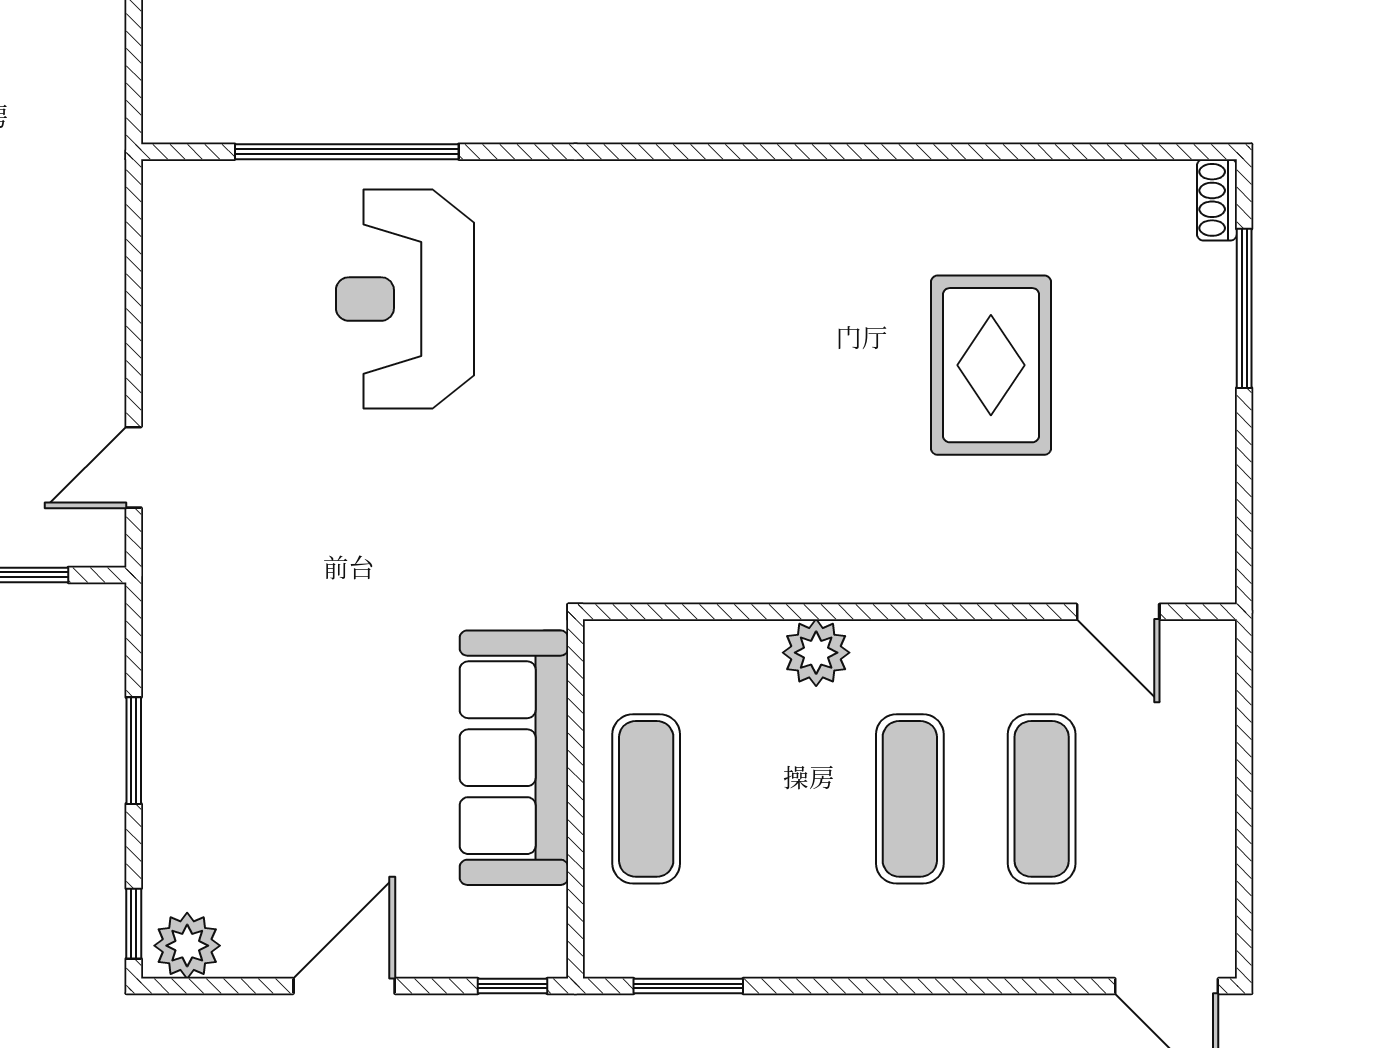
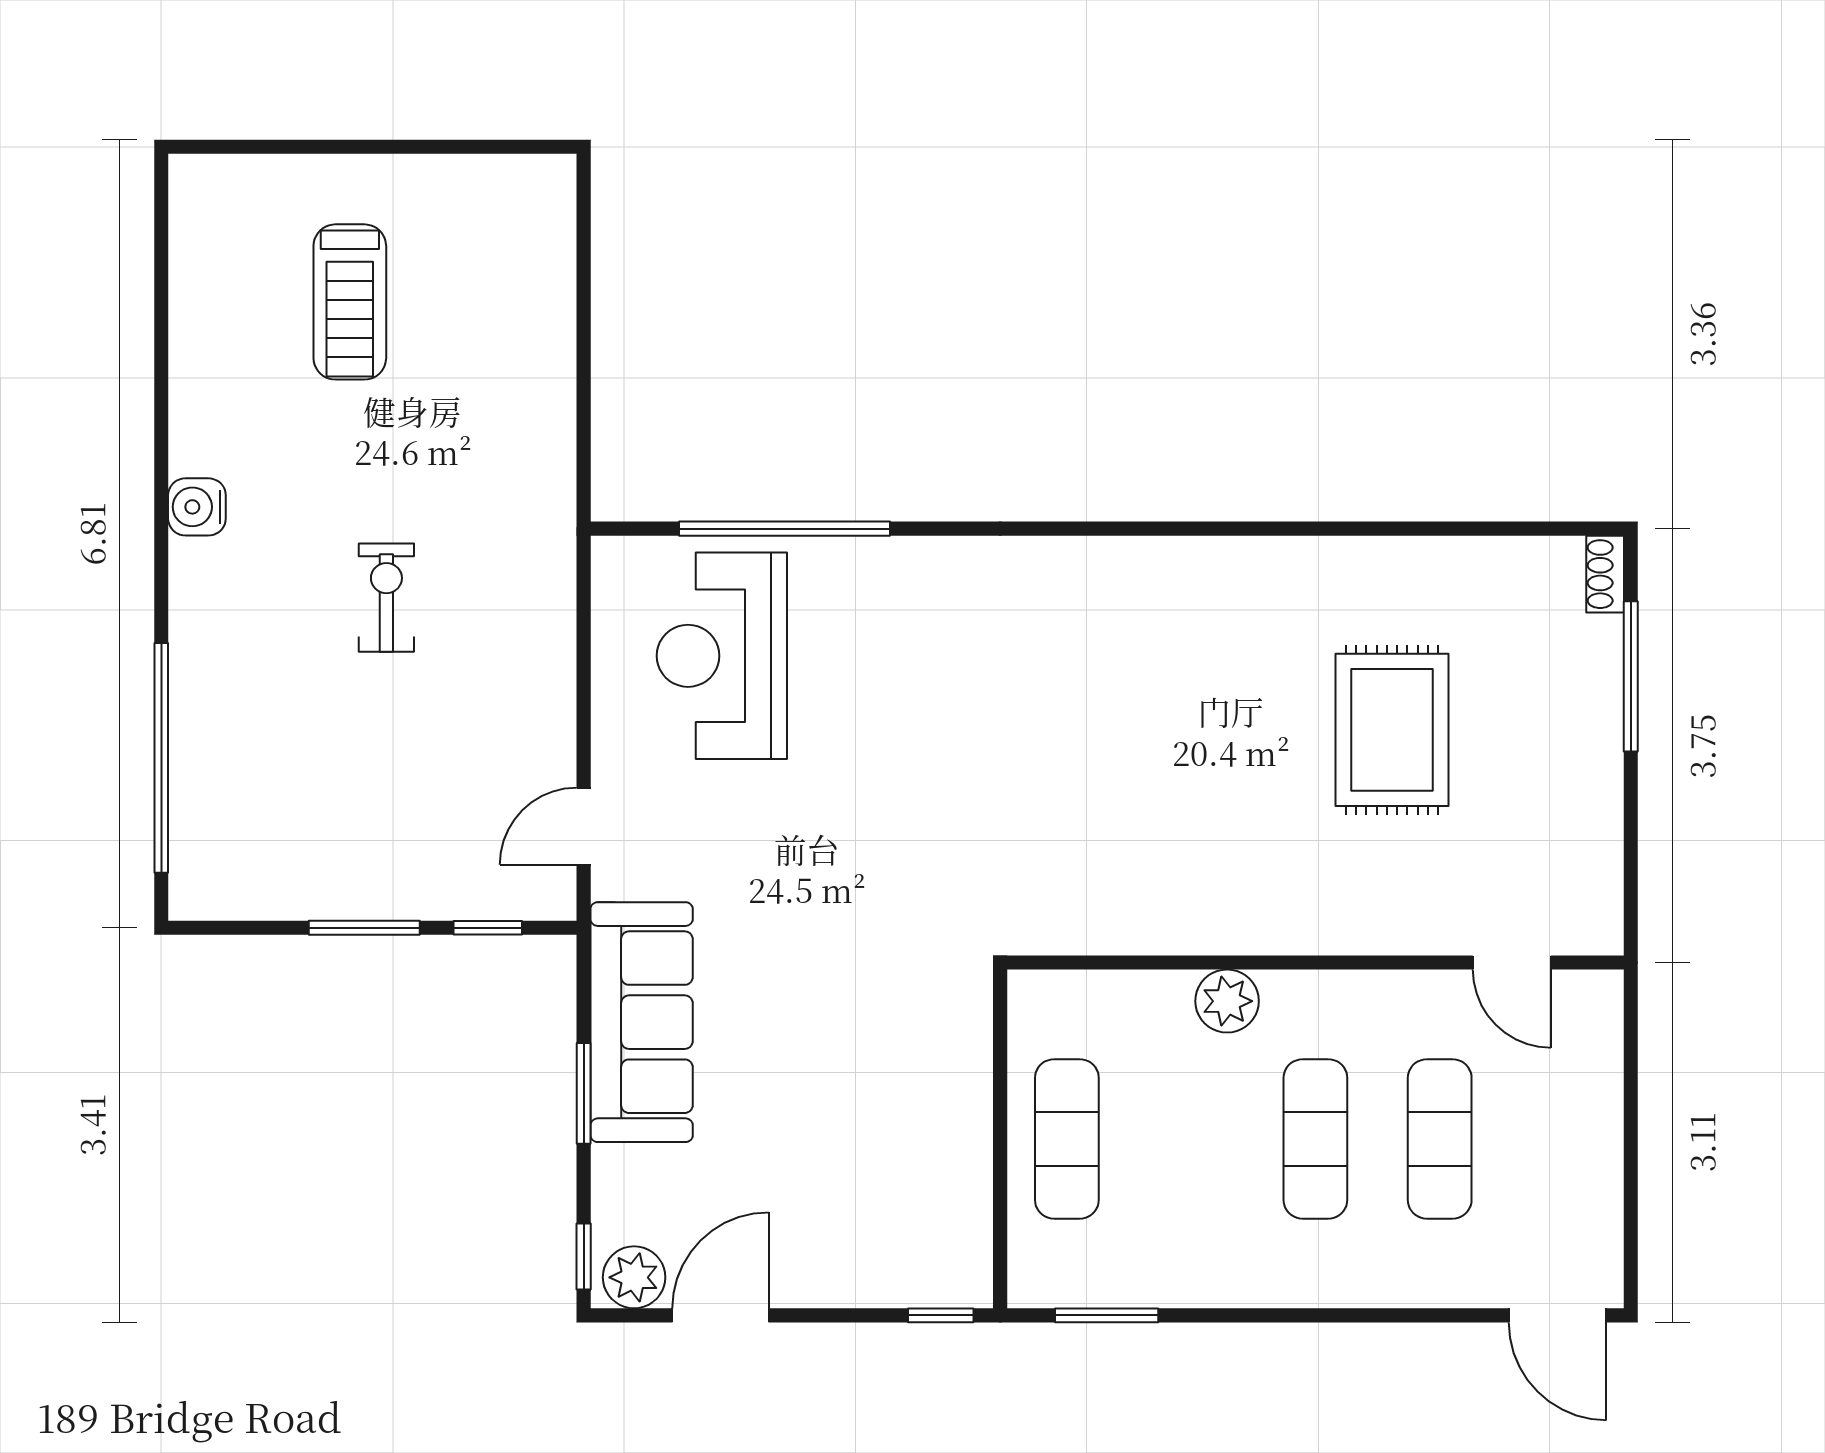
reception desk: (405, 299) -> (722, 656), moved
sofa: (514, 758) -> (642, 1022), moved, turned 180
door: (344, 986) -> (721, 1315), moved

